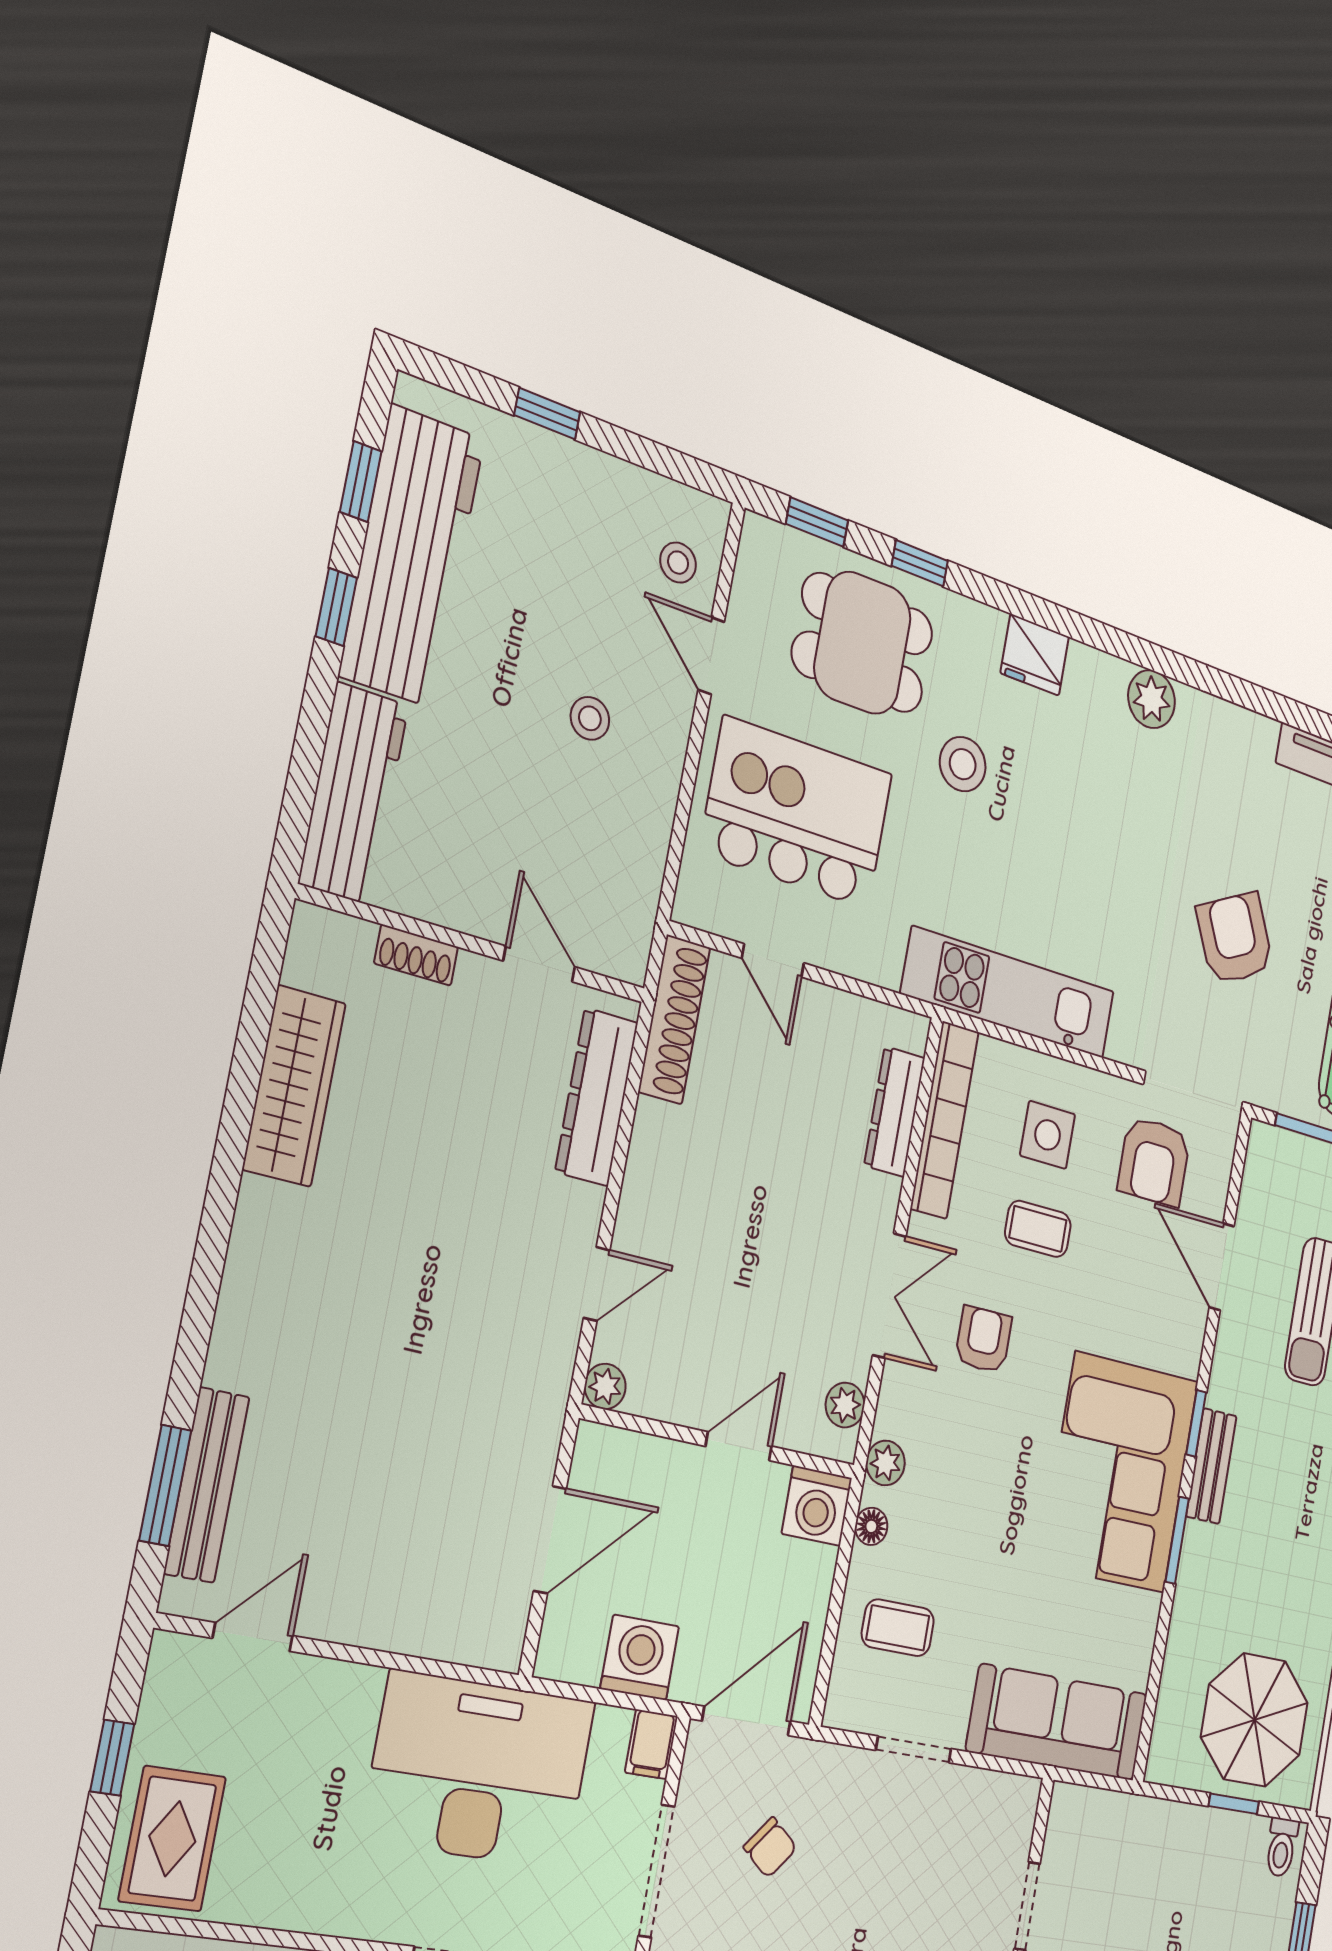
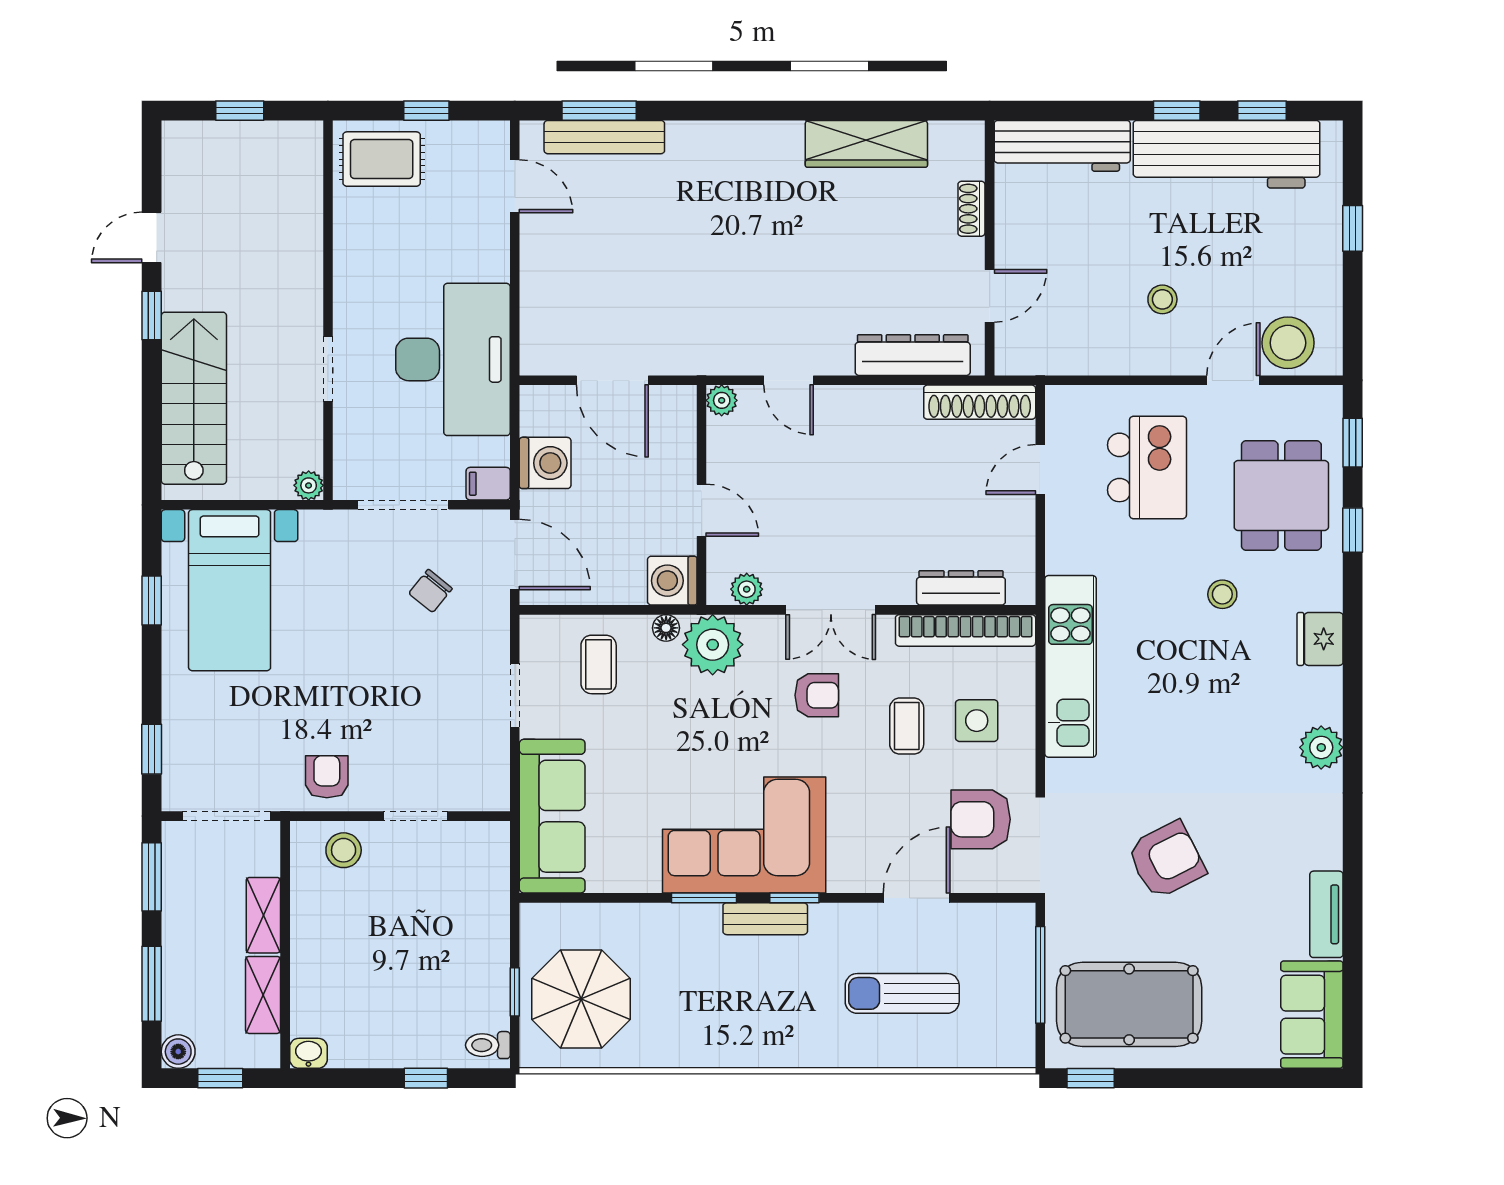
stool: (678, 563) -> (1288, 343), width x1.89, depth x1.89
stool: (963, 764) -> (1222, 594), width x0.73, depth x0.73
kitchen island: (797, 813) -> (1147, 467), width x0.73, depth x0.78
plant: (886, 1463) -> (713, 645), width x1.87, depth x1.87

